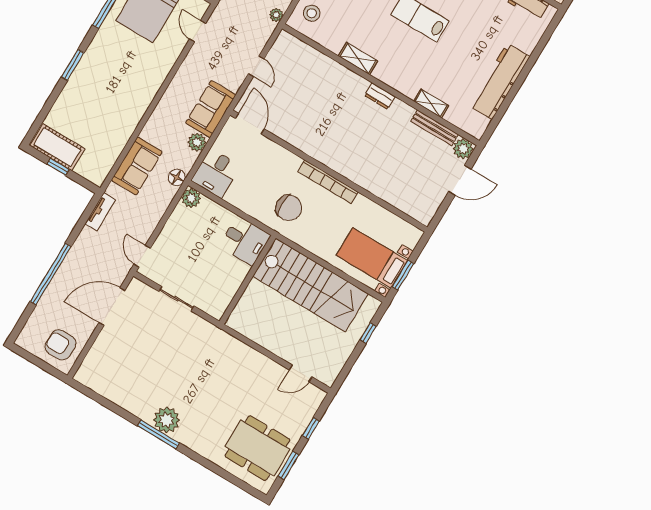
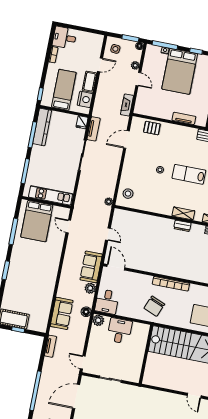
shelving: (358, 58) -> (183, 213), moved
chair: (289, 208) -> (154, 306), turned 112
desk: (245, 241) -> (120, 331), moved, turned -90
door: (301, 373) -> (194, 396), hinge flipped

